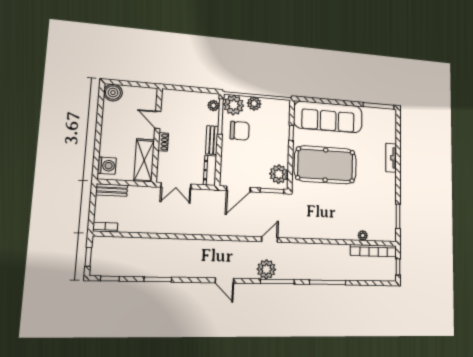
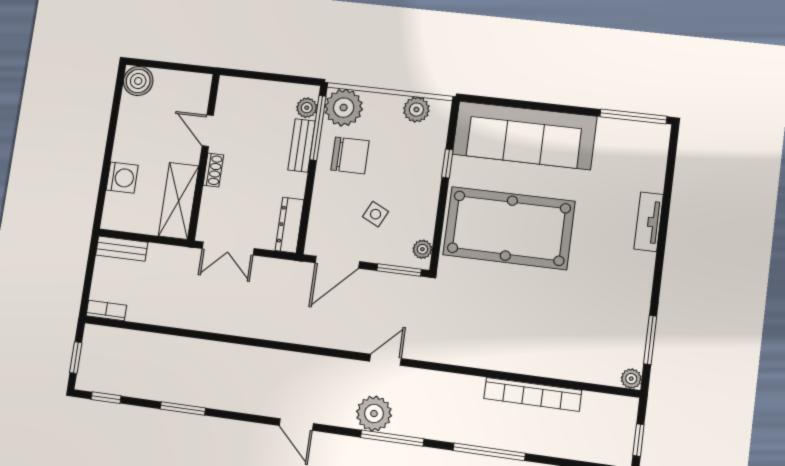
plant: (254, 104) -> (416, 110), moved
bench: (212, 140) -> (302, 145), moved
side table: (257, 162) -> (376, 214), added
washing machine: (107, 166) -> (122, 178), moved
plant: (279, 174) -> (422, 249), width x0.53, depth x0.53
plant: (363, 236) -> (631, 379), moved
bookcase: (374, 251) -> (533, 394), moved

